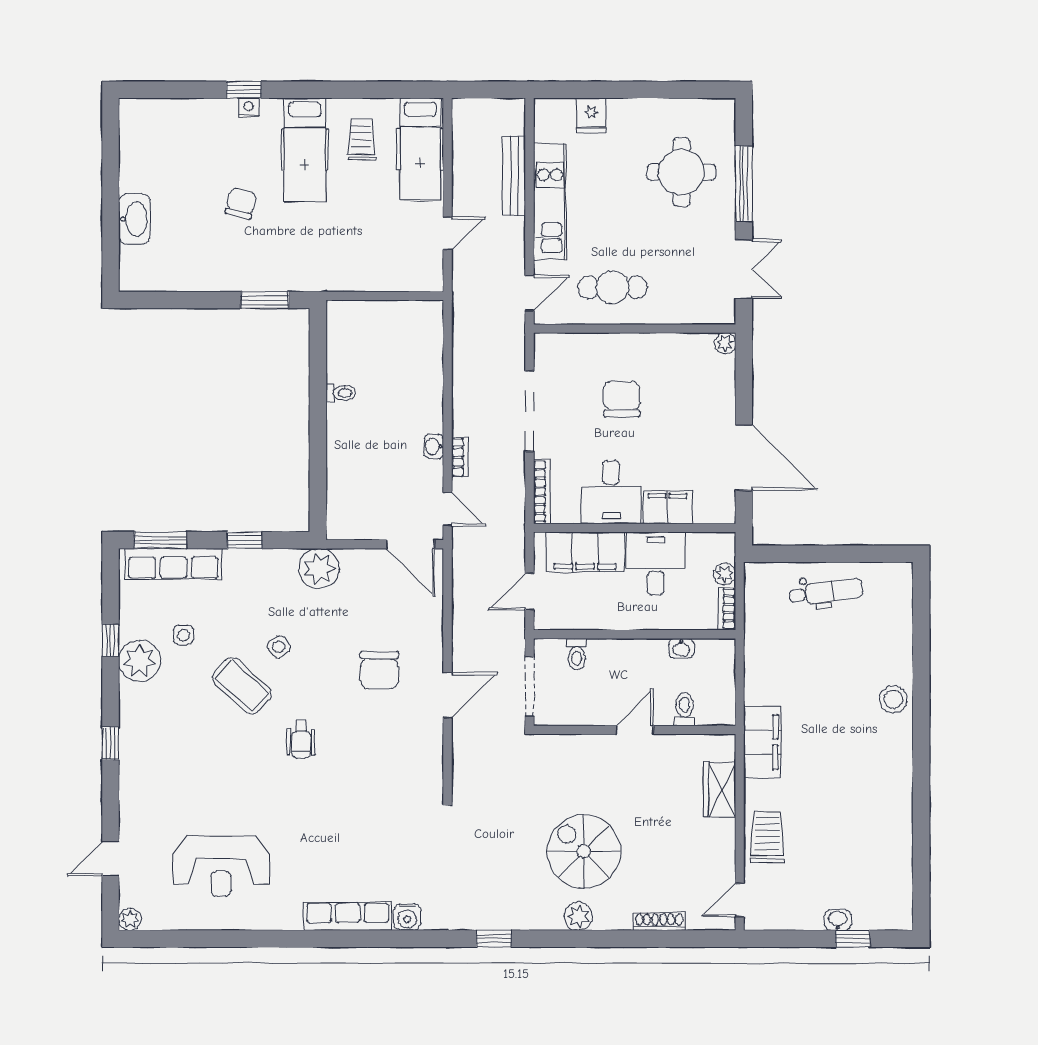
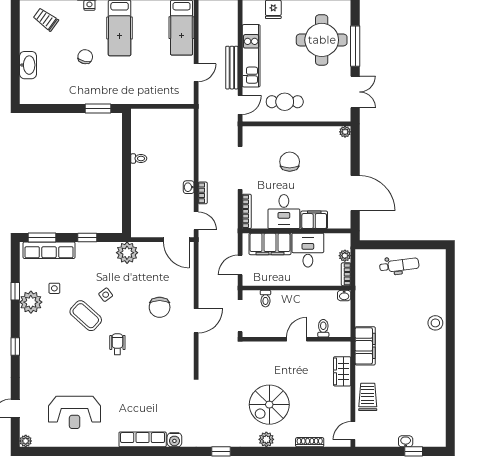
trolley: (361, 140) -> (46, 19), moved, turned -54
round table: (681, 172) -> (322, 40), width x1.36, depth x1.36
bench: (514, 176) -> (232, 68), moved
washbasin: (681, 648) -> (344, 296), moved
wheelchair: (301, 739) -> (117, 344), turned 180
spiral stairs: (584, 852) -> (269, 405), turned -90

